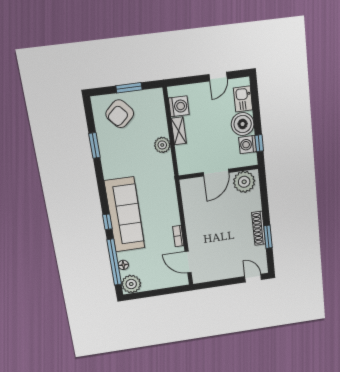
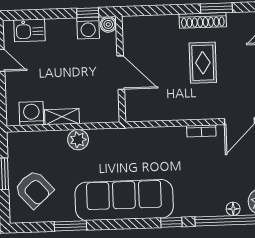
boiler: (243, 124) -> (108, 24), moved, width x0.54, depth x0.54
plant: (244, 182) -> (137, 36), removed
sofa: (125, 215) -> (124, 200), moved
rug: (228, 232) -> (203, 63), added

